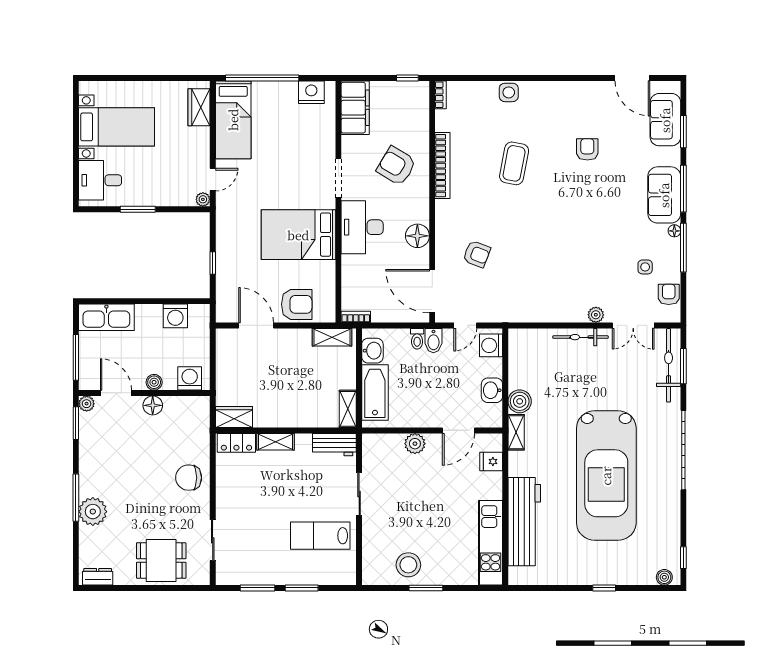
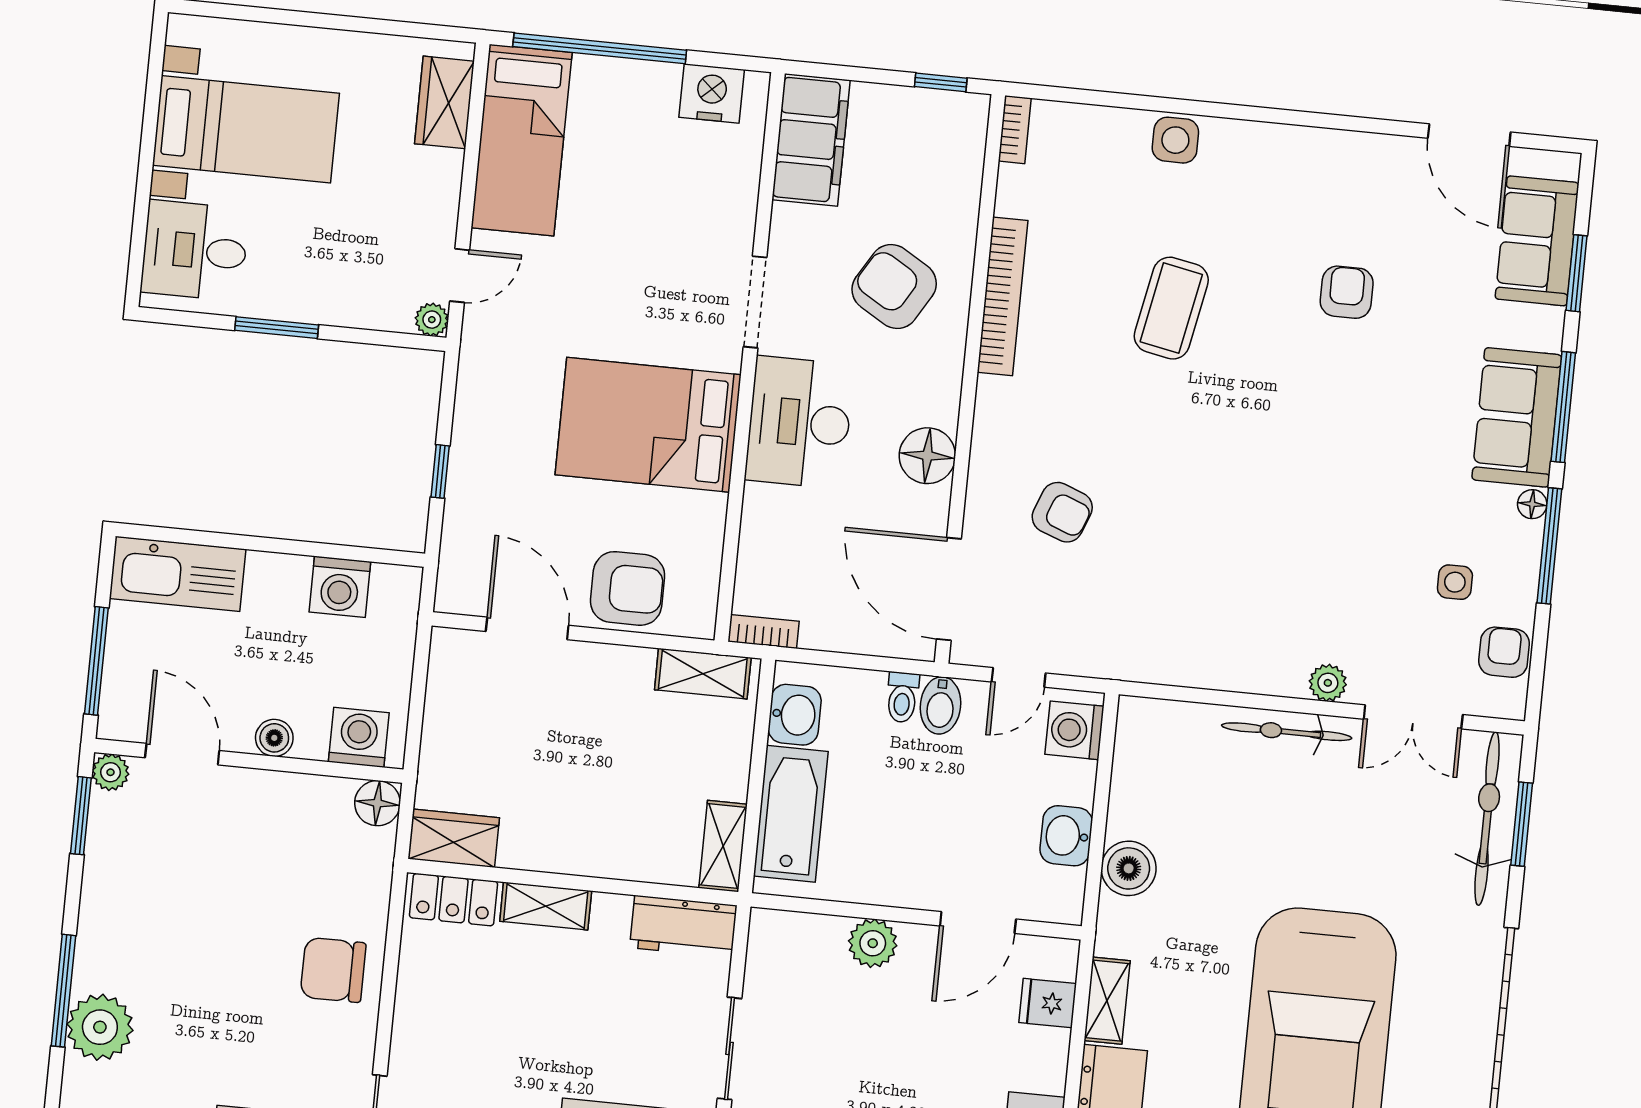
floor lamp: (153, 405) -> (377, 803), moved
shelving: (516, 432) -> (1107, 1001), moved

